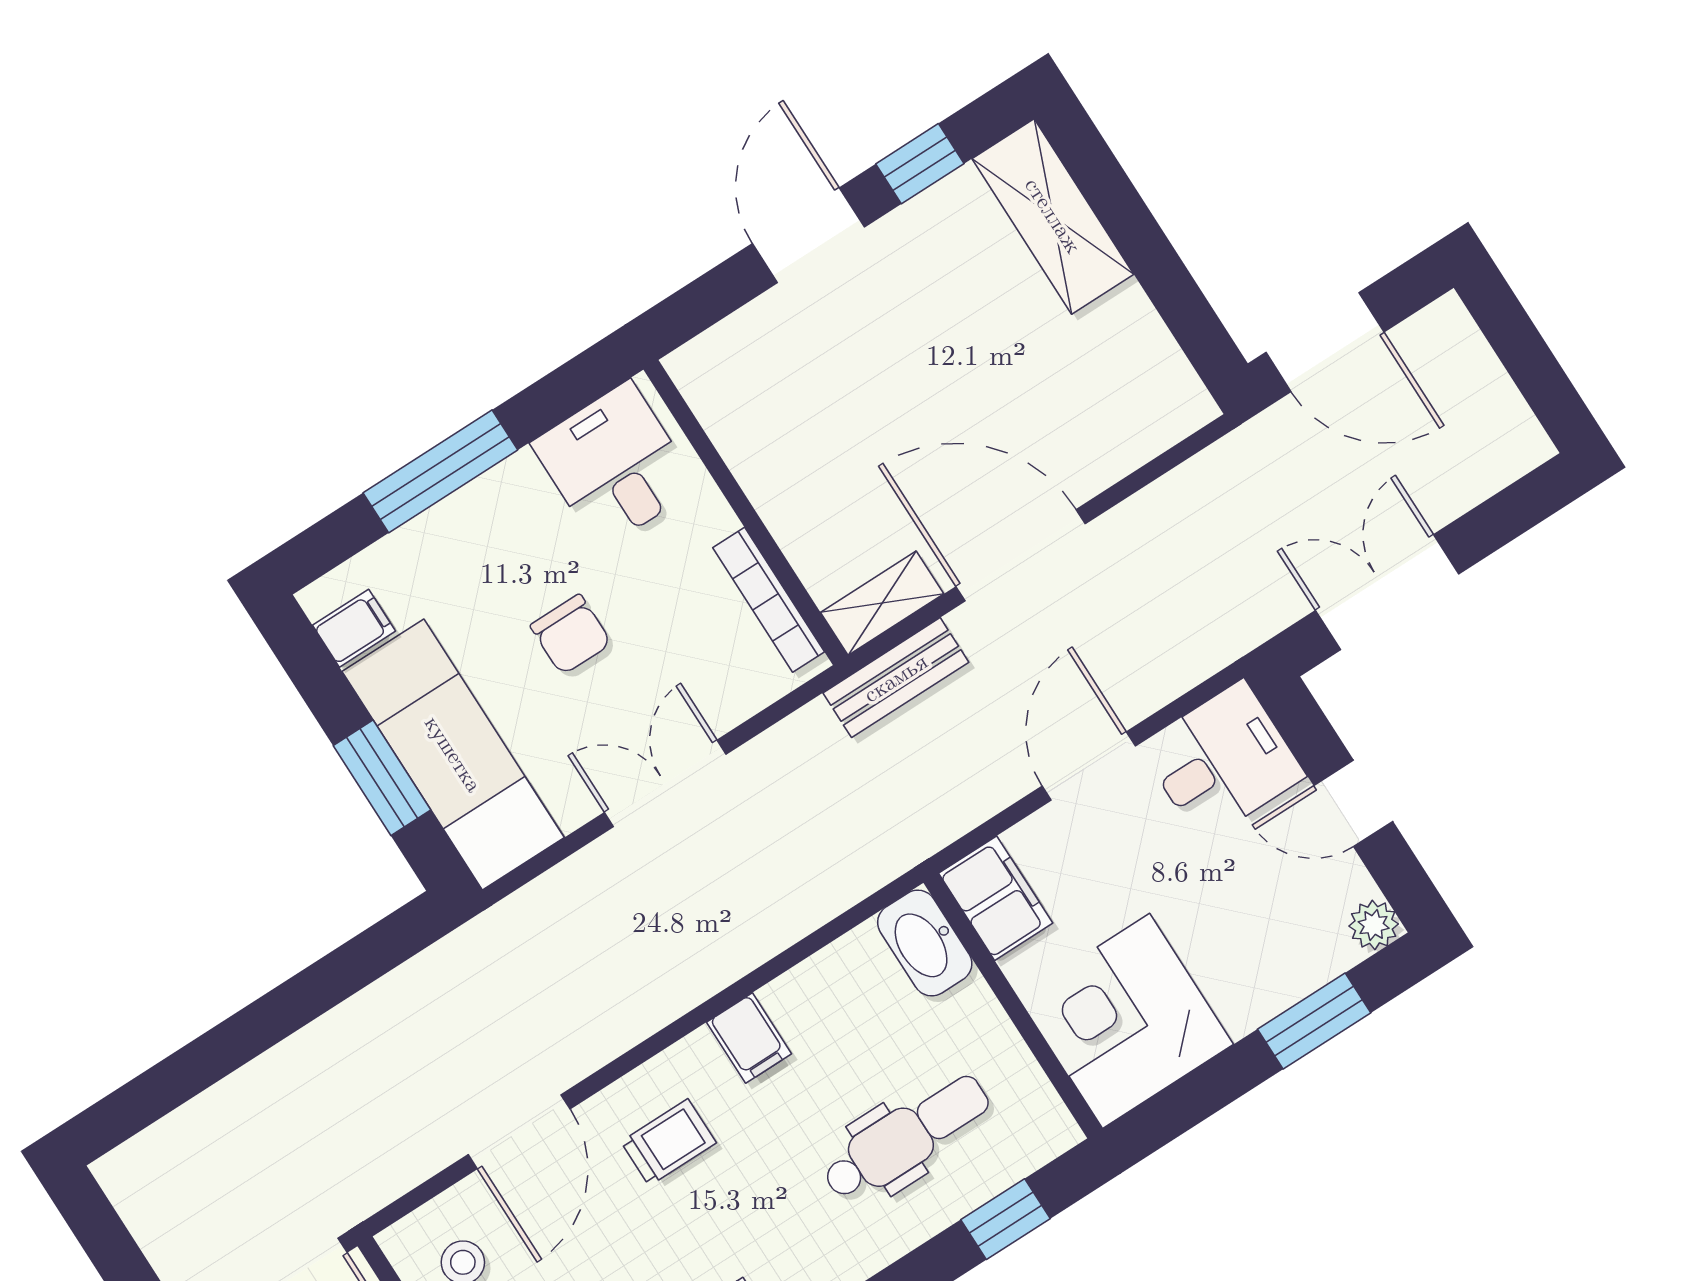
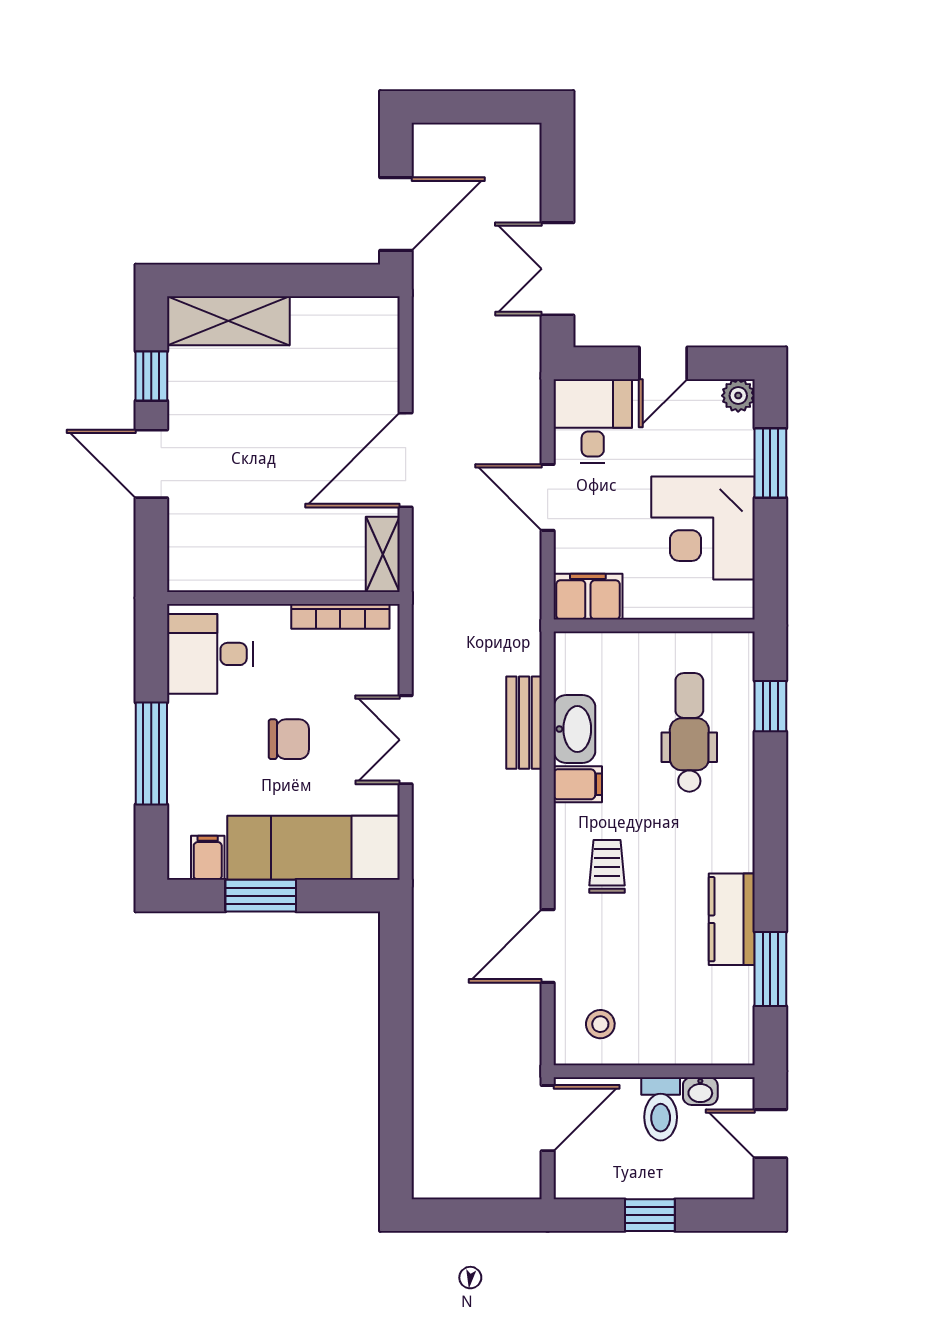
bench: (896, 678) -> (524, 723), moved
window: (382, 778) -> (261, 896), moved
washbasin: (925, 943) -> (574, 729), moved, turned -90
corner desk: (1126, 1021) -> (703, 528), moved
door: (519, 1132) -> (548, 946), swing flipped

